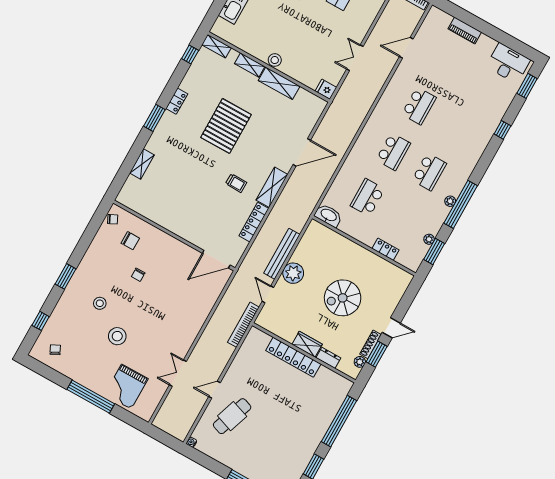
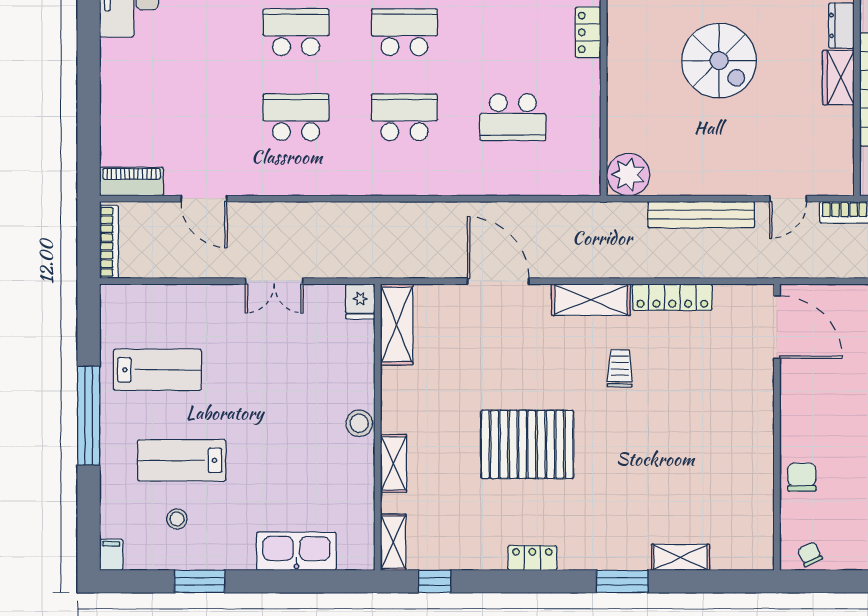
piano: (465, 30) -> (132, 182), moved, turned -90
shelving: (279, 83) -> (397, 324), moved
window: (154, 118) -> (622, 581), moved
school desk: (455, 126) -> (296, 32), added
washbasin: (328, 215) -> (585, 169), removed
chair: (130, 241) -> (802, 477), moved
plant: (293, 273) -> (628, 175), moved

